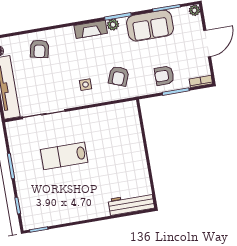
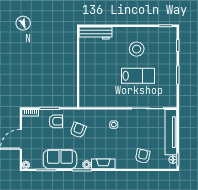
armchair: (119, 76) -> (78, 130), moved
stool: (72, 191) -> (137, 49), added

